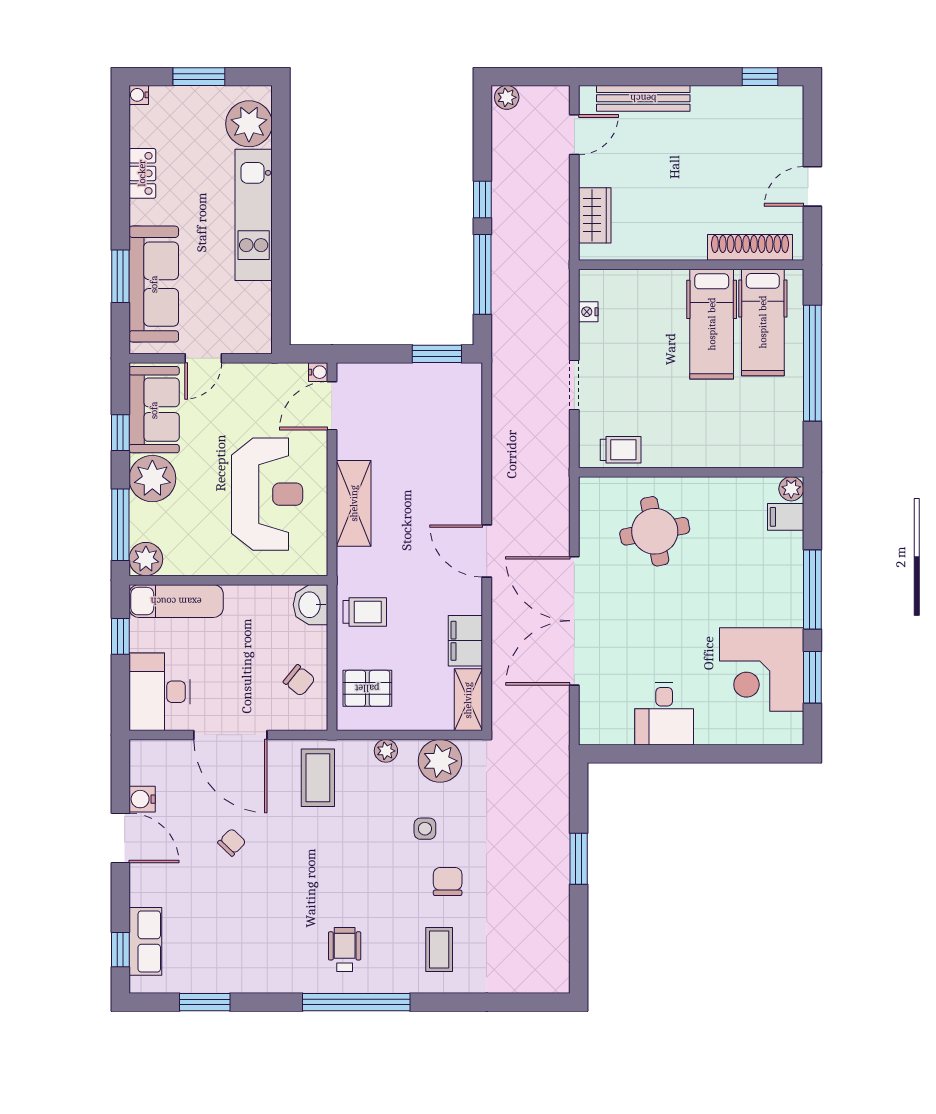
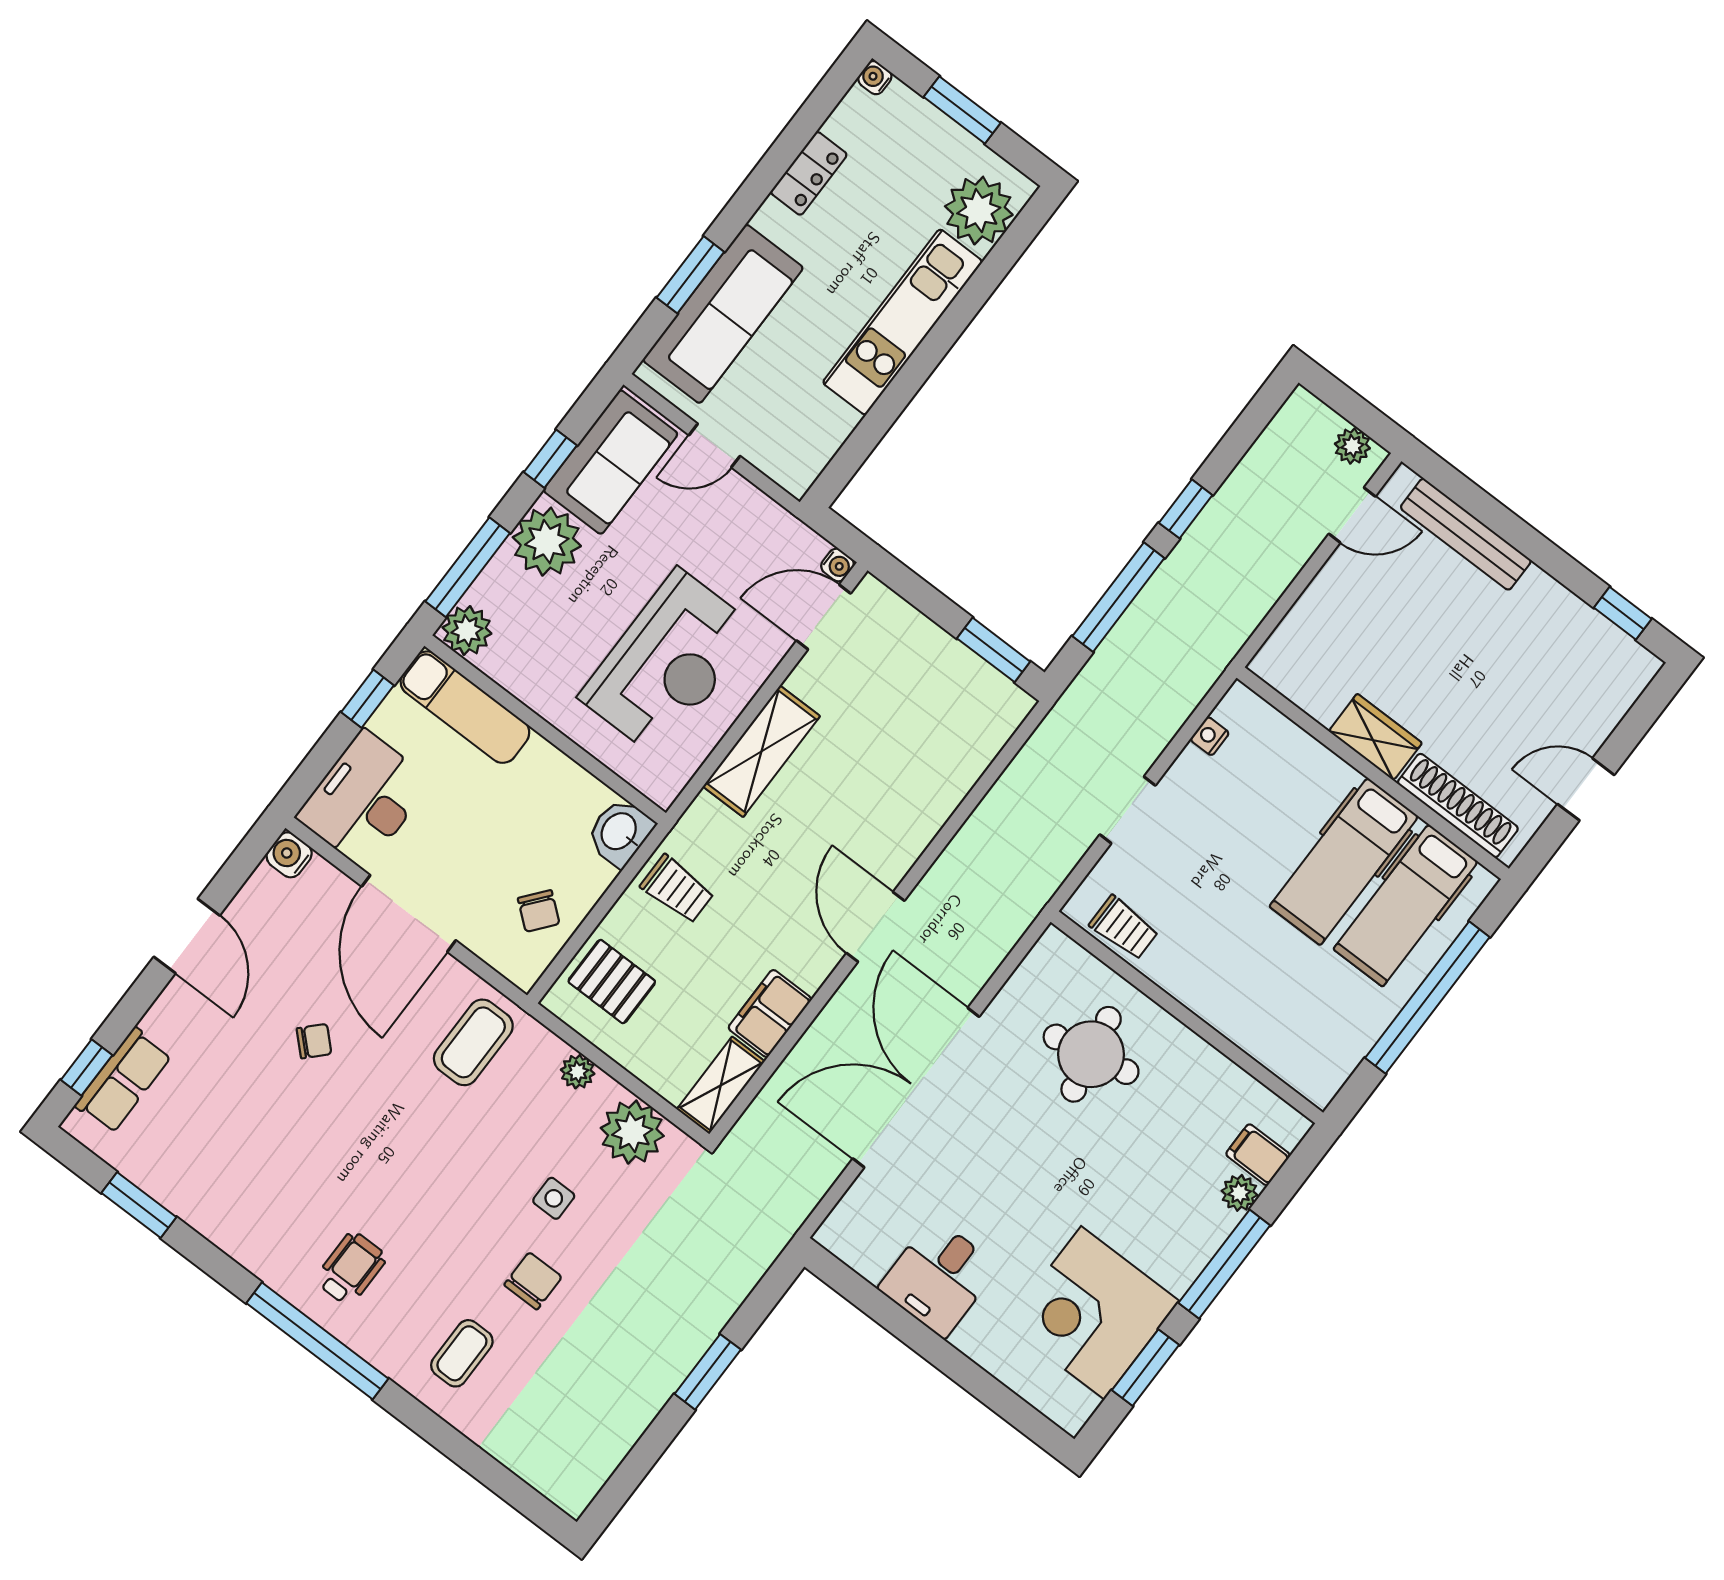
plant: (507, 97) -> (1352, 446), moved
wardrobe: (595, 215) -> (1375, 737), moved, turned -90
plant: (791, 489) -> (1239, 1193), moved
water cooler: (142, 799) -> (289, 855), moved

